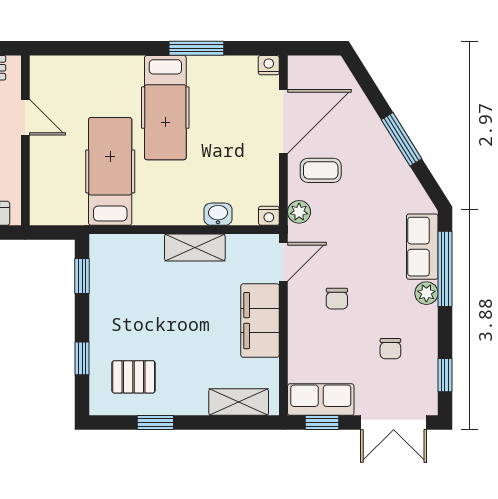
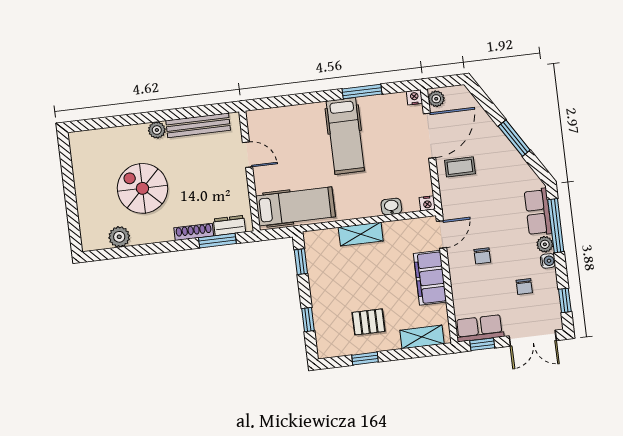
hospital bed: (110, 171) -> (295, 206), moved, turned 90
plant: (299, 212) -> (436, 99), moved
shelving: (195, 248) -> (361, 234), moved
water cooler: (428, 317) -> (548, 261), added
pallet: (134, 377) -> (369, 322), moved

